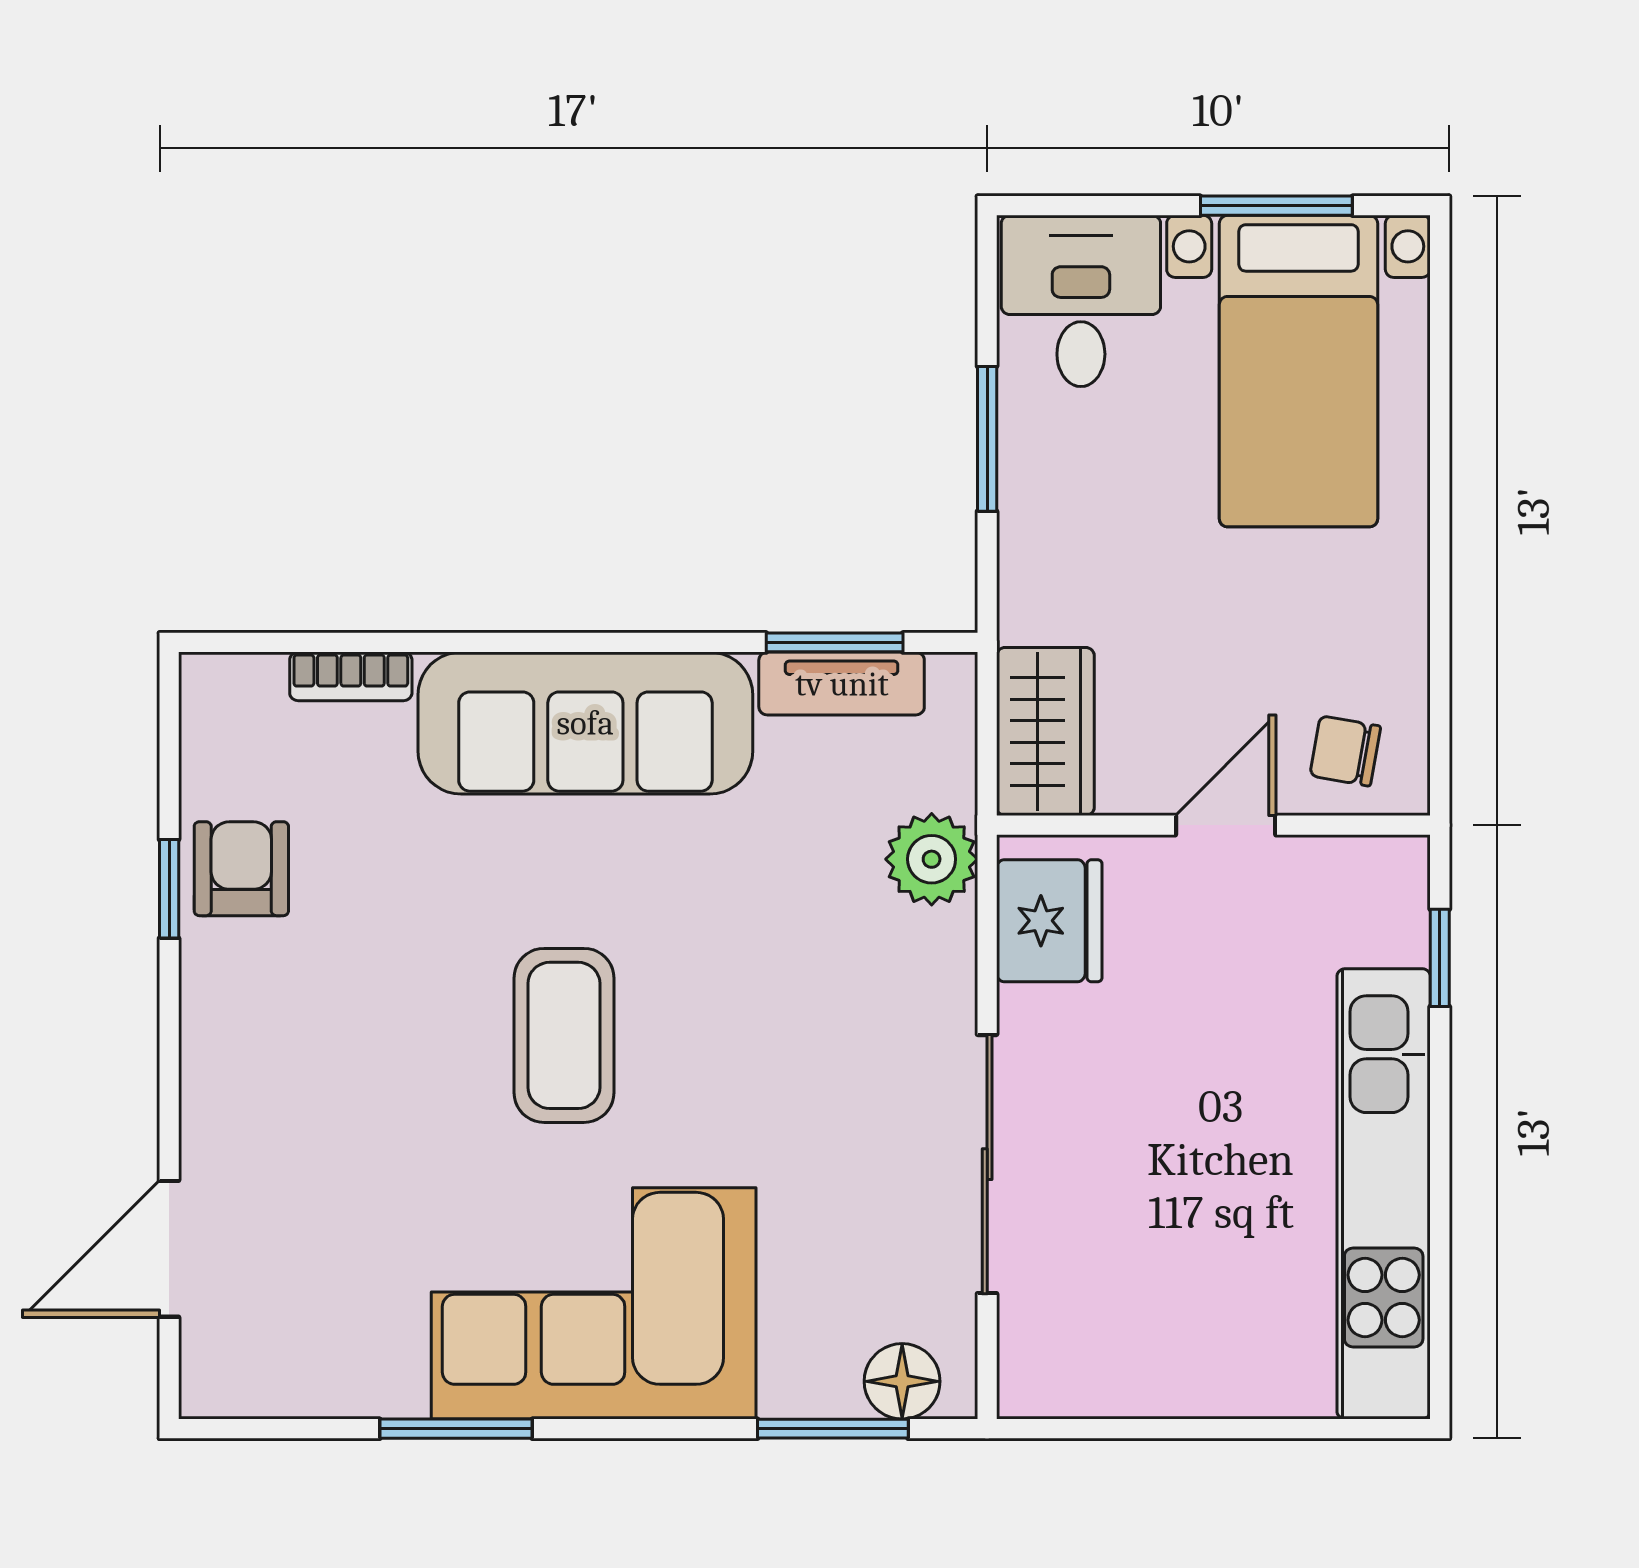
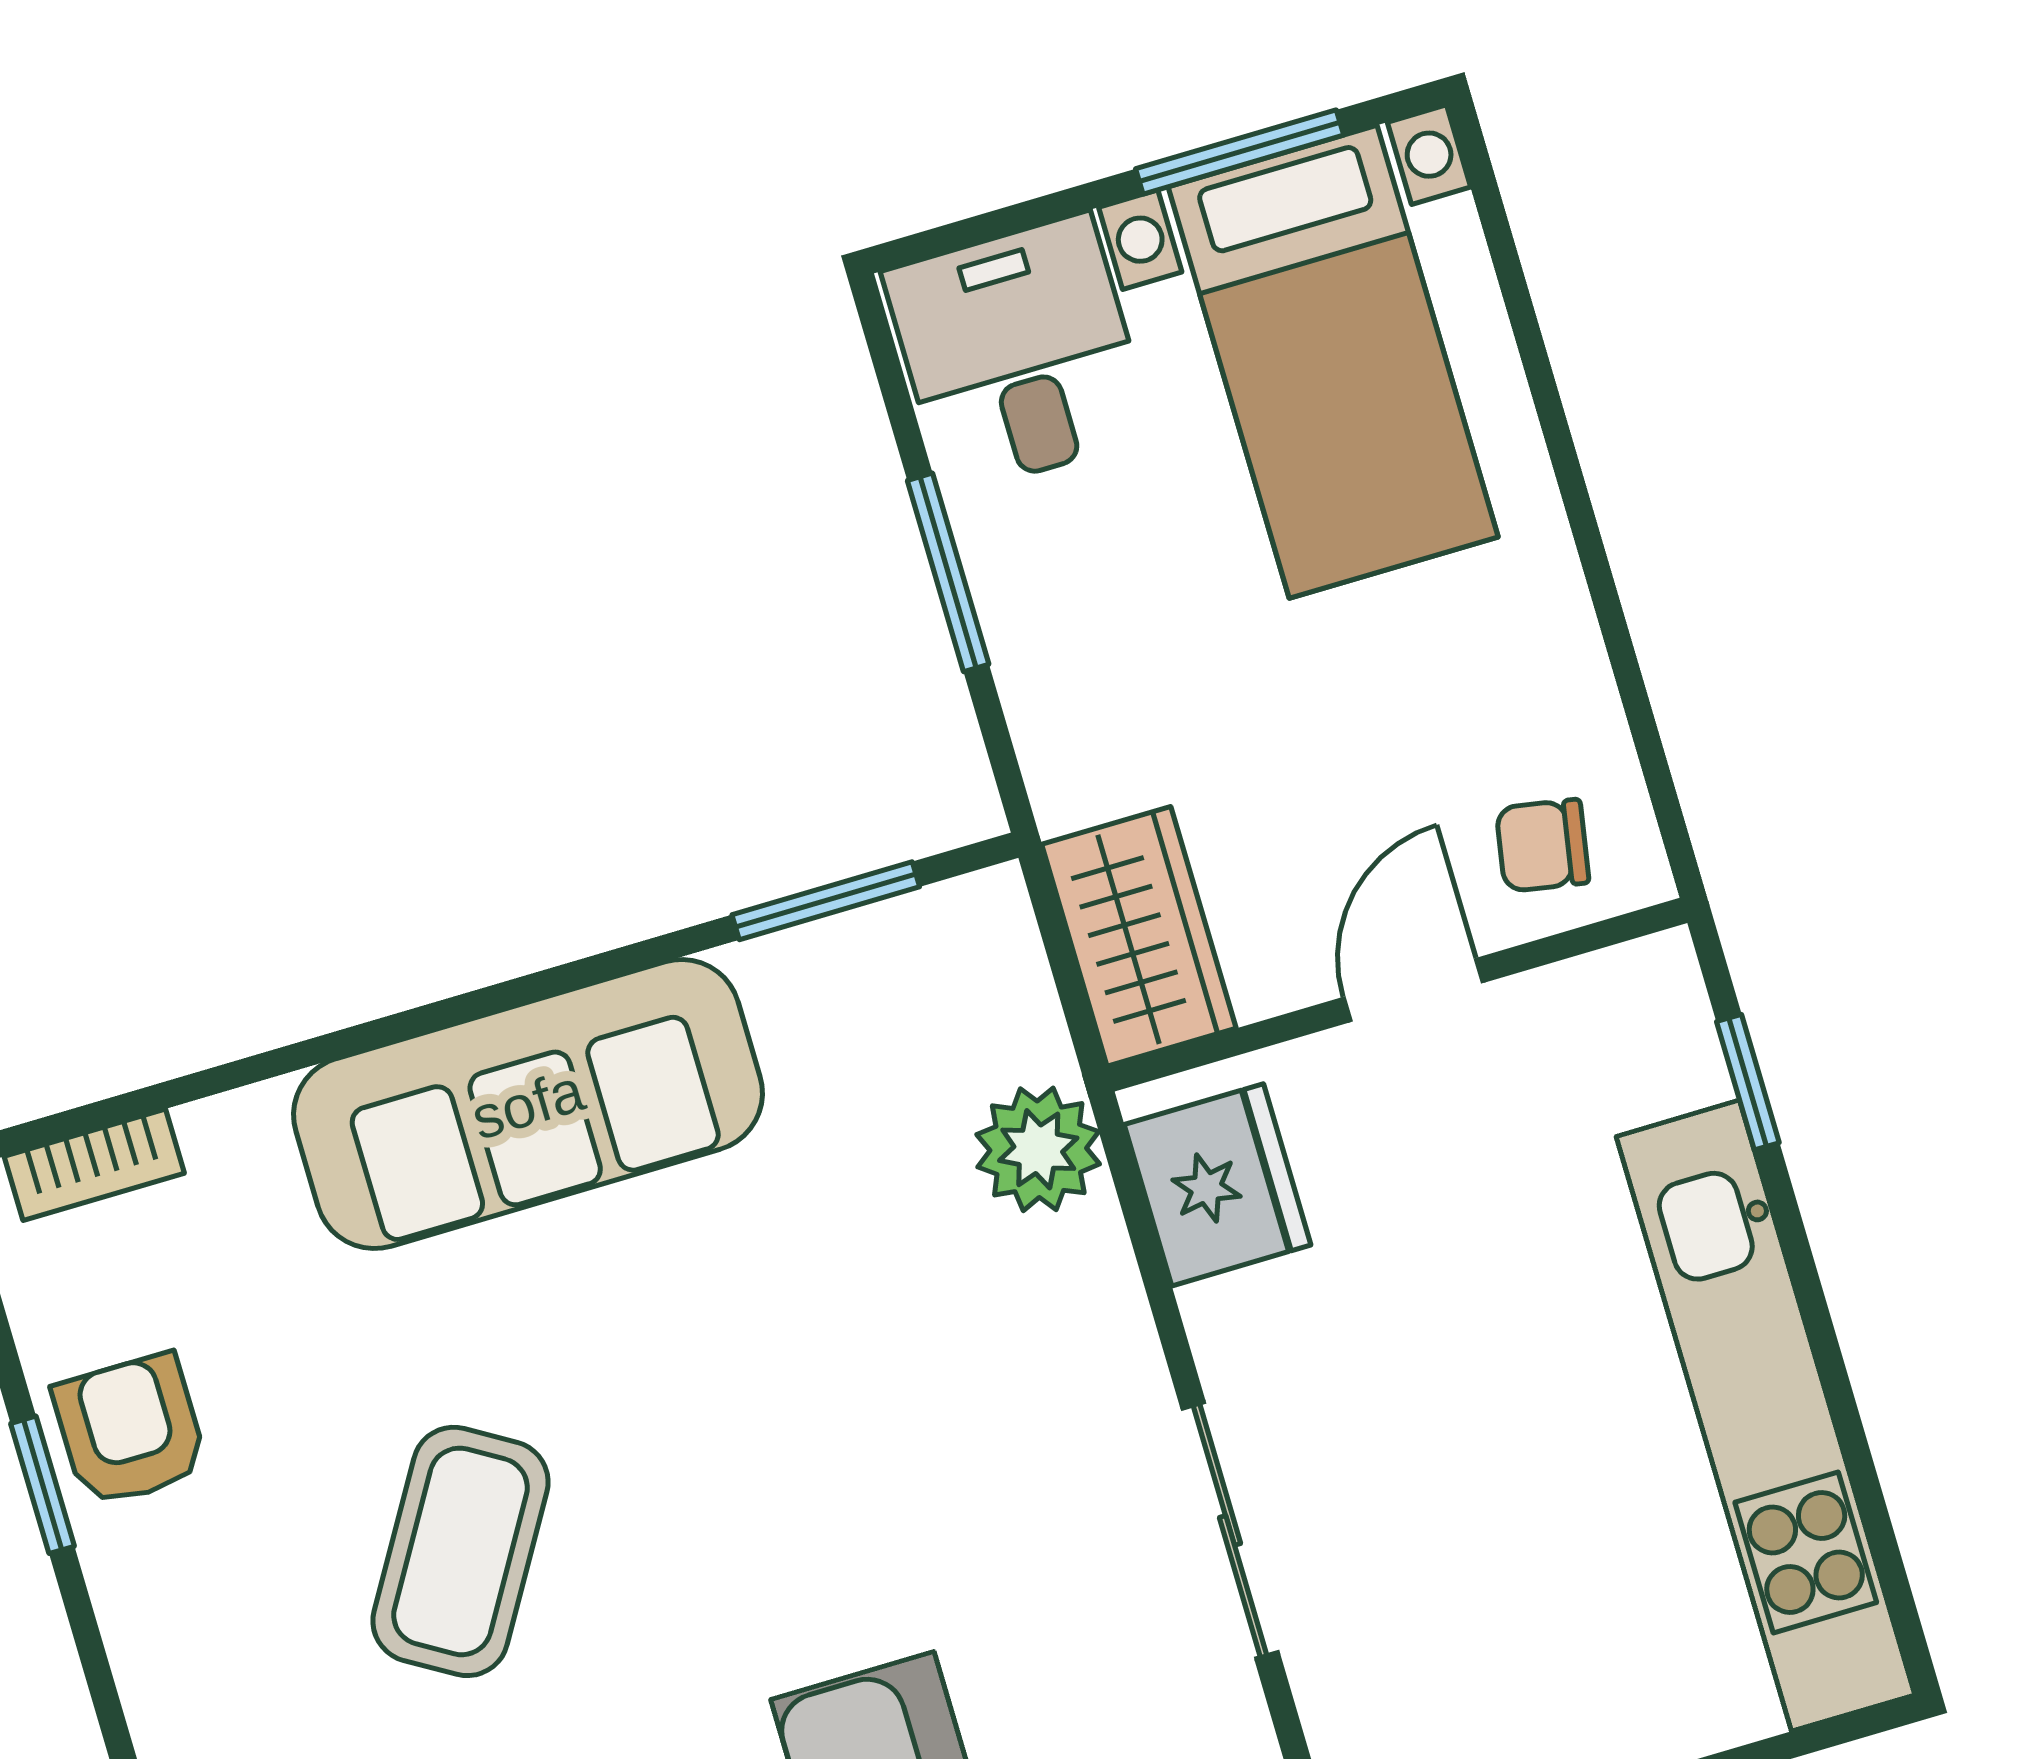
bookcase: (351, 676) -> (94, 1165), moved
tv unit: (842, 684) -> (851, 952), removed
coffee table: (564, 1035) -> (461, 1551), moved, turned 31
sliding door: (987, 1164) -> (1230, 1530), width x0.73

